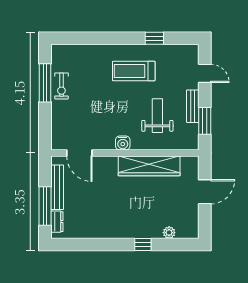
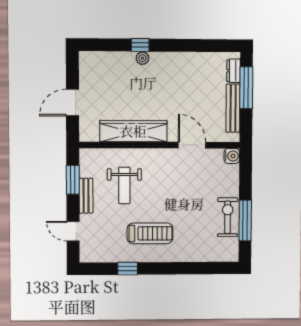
exercise bike: (61, 86) -> (228, 217), width x1.38, depth x1.39
water cooler: (123, 143) -> (232, 156), moved, turned 90
door: (79, 153) -> (192, 145), moved
plant: (169, 233) -> (142, 58), moved

